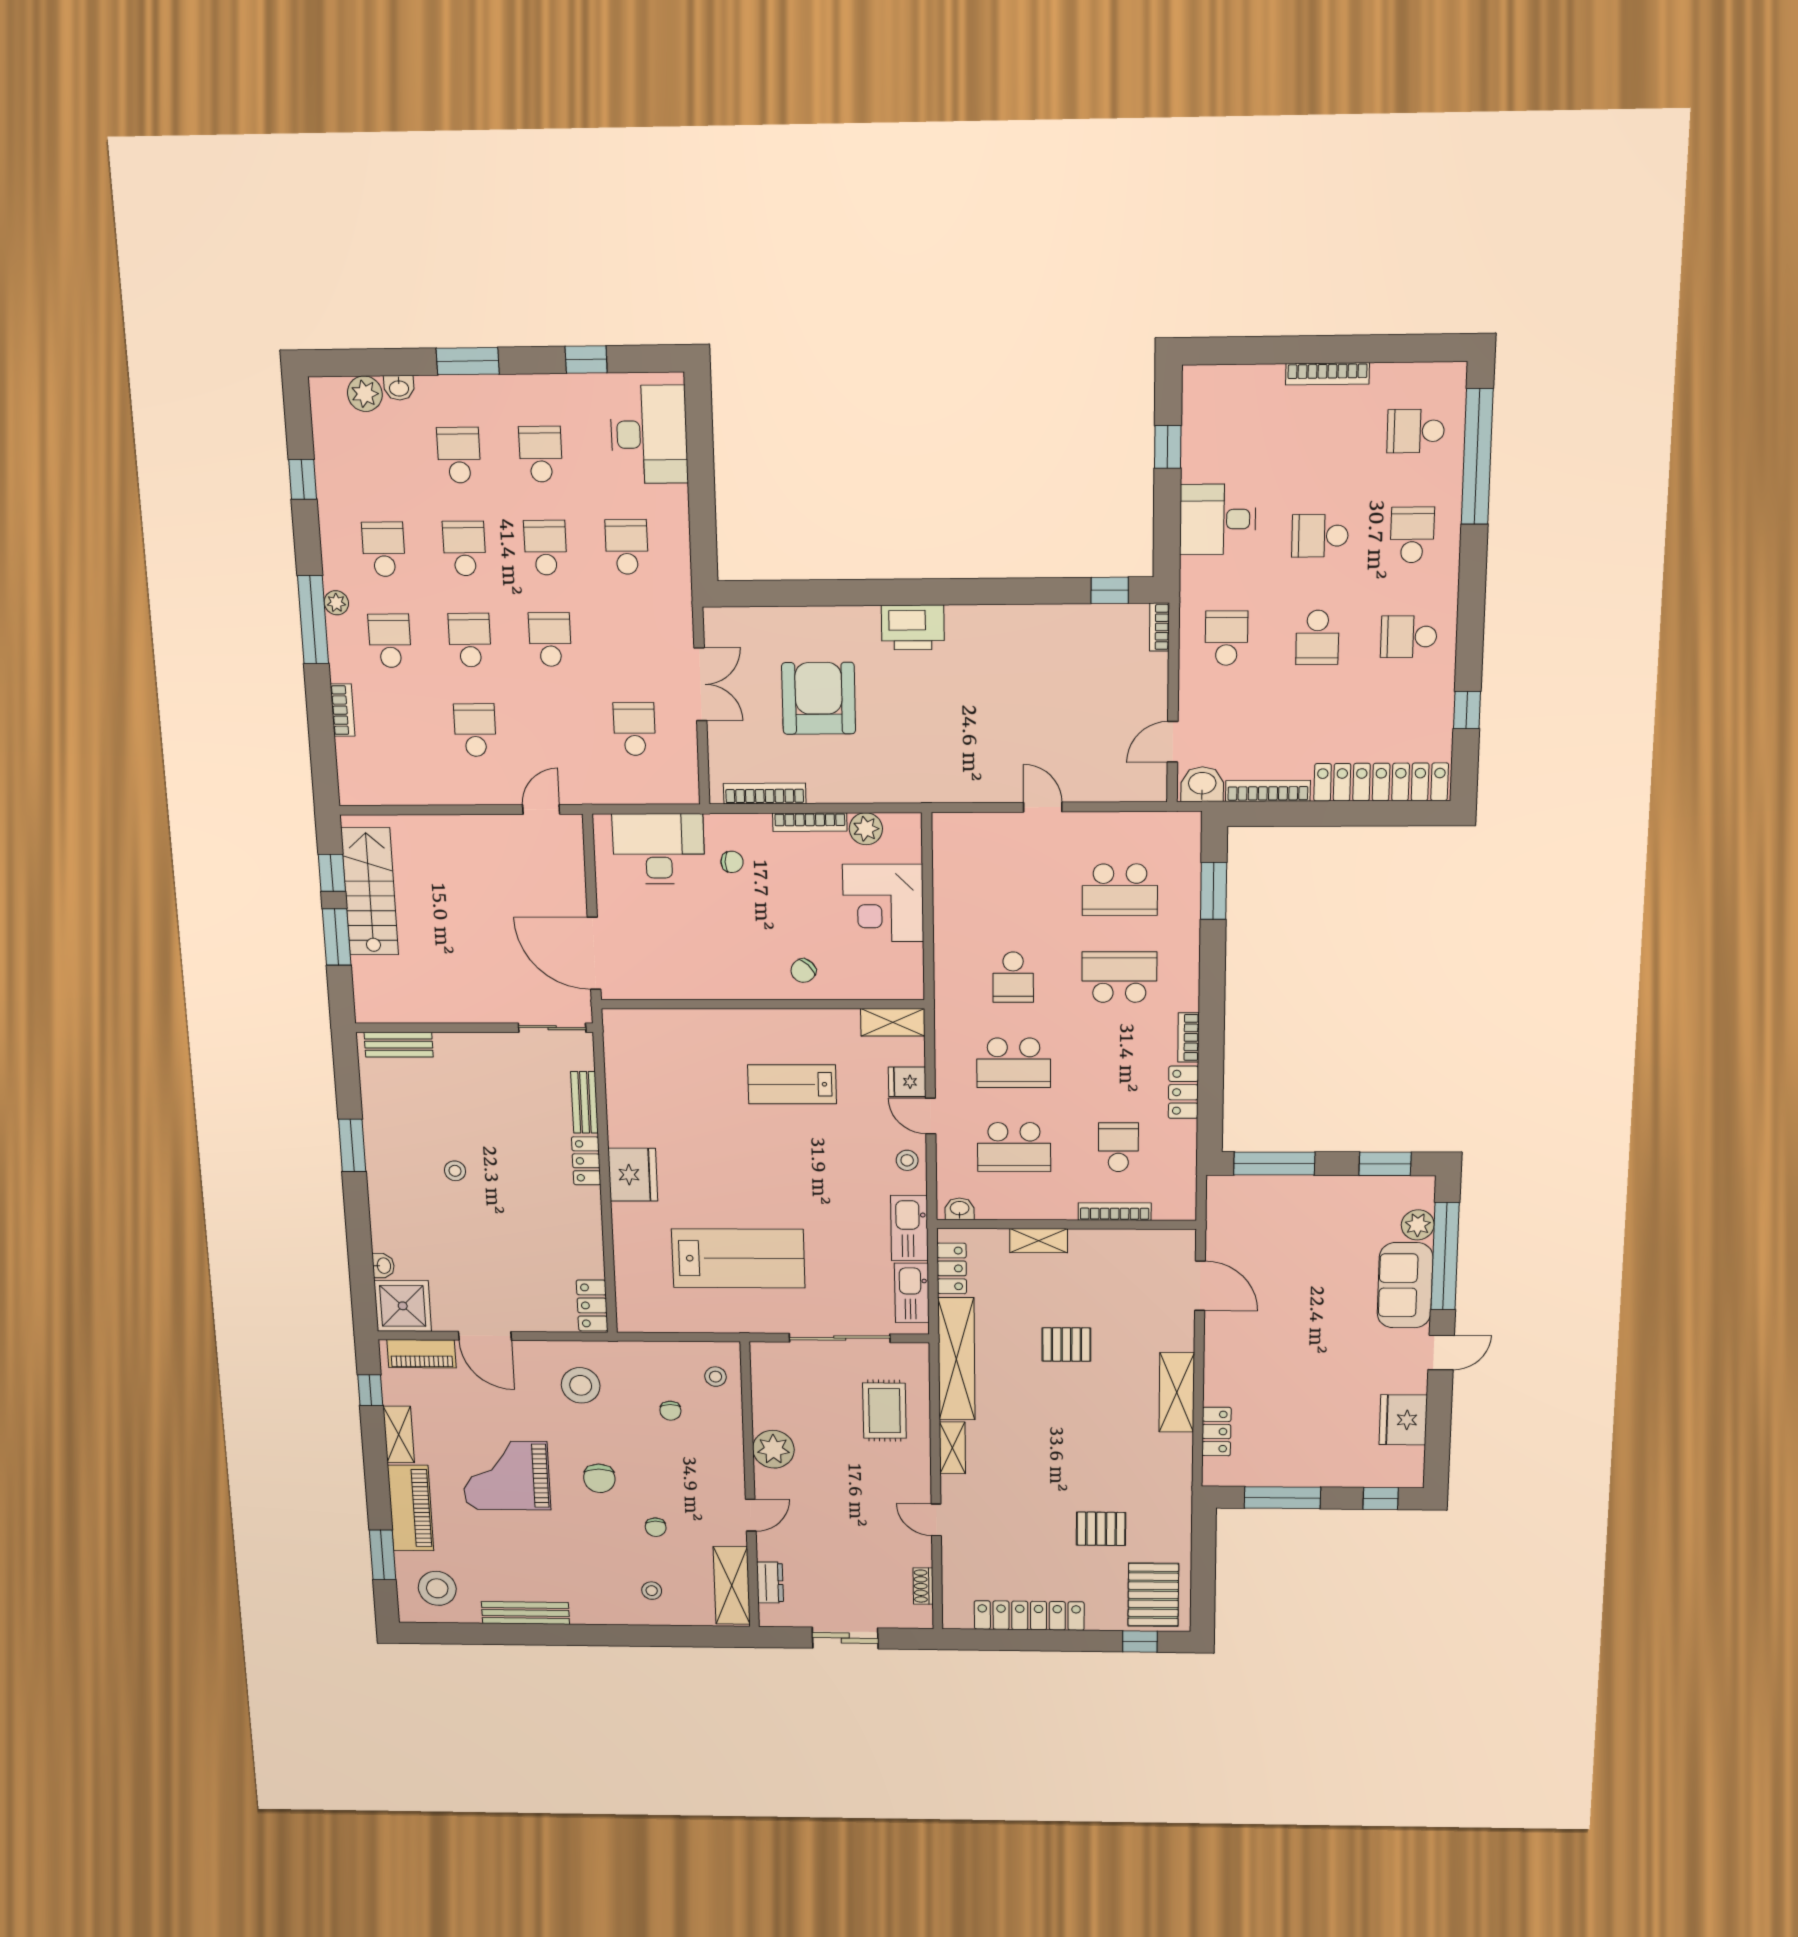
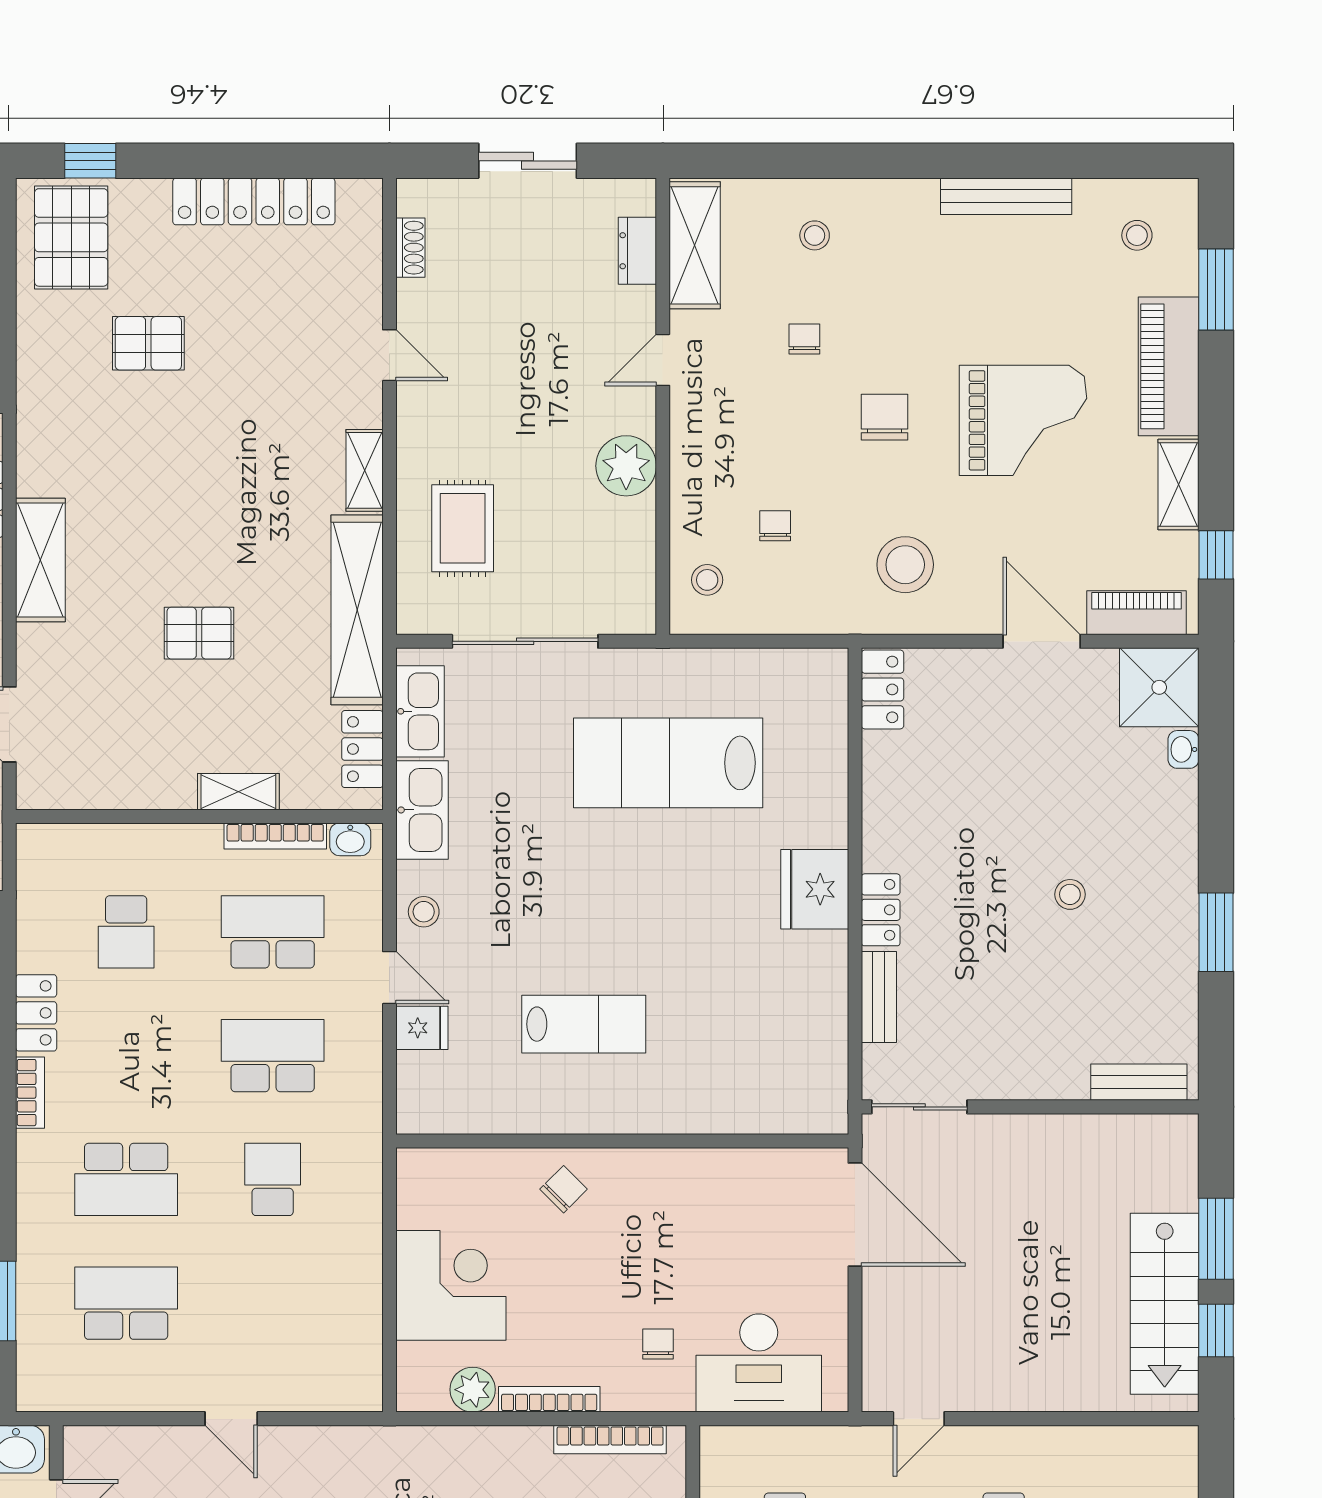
chair: (732, 862) -> (658, 1344), turned 90
shelving: (893, 1022) -> (440, 1115), removed
bookcase: (1115, 1212) -> (275, 836), moved
stool: (437, 1588) -> (1137, 235), width x0.53, depth x0.53

